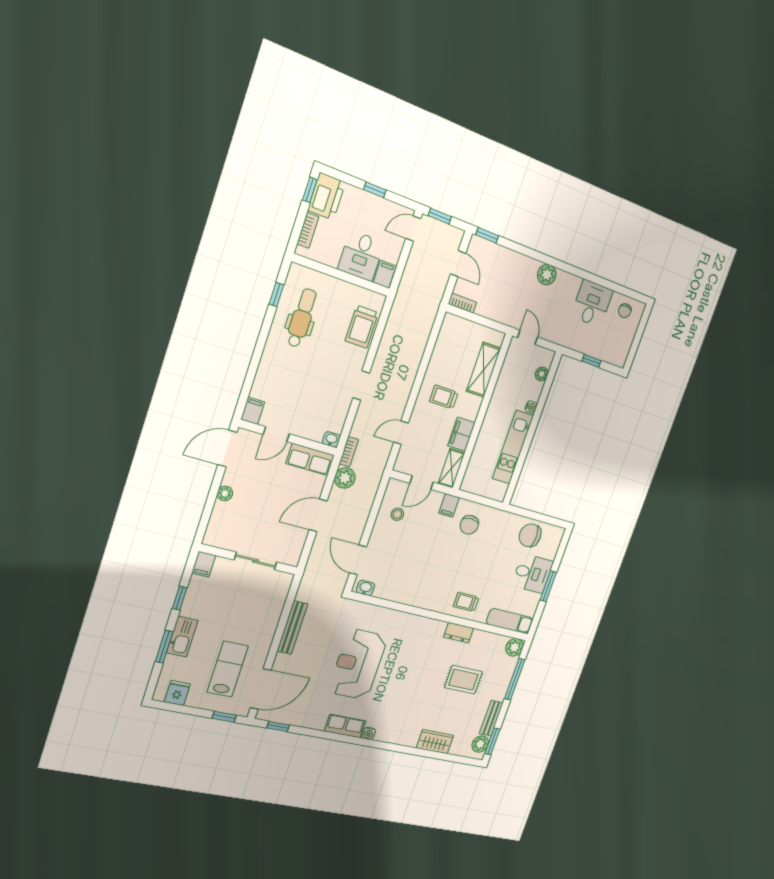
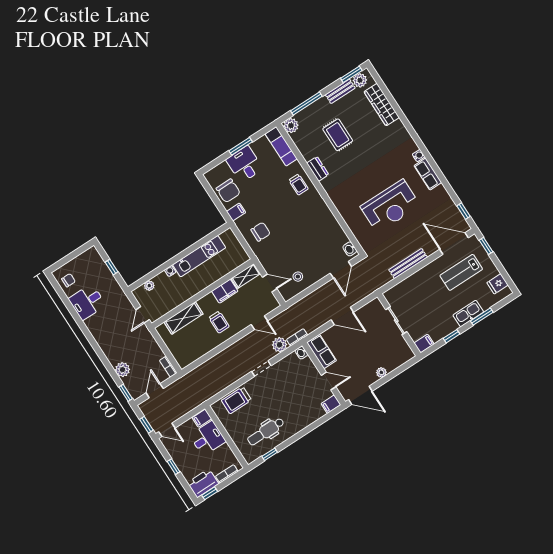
plant: (547, 275) -> (122, 370), moved
trolley: (362, 327) -> (236, 400), turned 180
plant: (345, 478) -> (280, 345), moved
filing cabinet: (449, 505) -> (236, 212), moved
wardrobe: (435, 742) -> (382, 105), width x1.50

